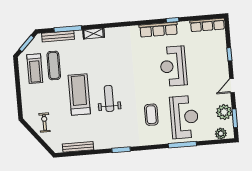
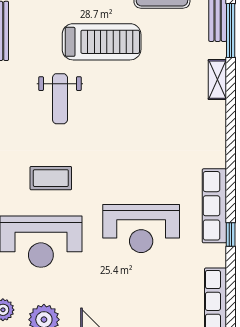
reception desk: (173, 66) -> (141, 229), turned 180
weight bench: (109, 98) -> (60, 99), moved, turned 90

